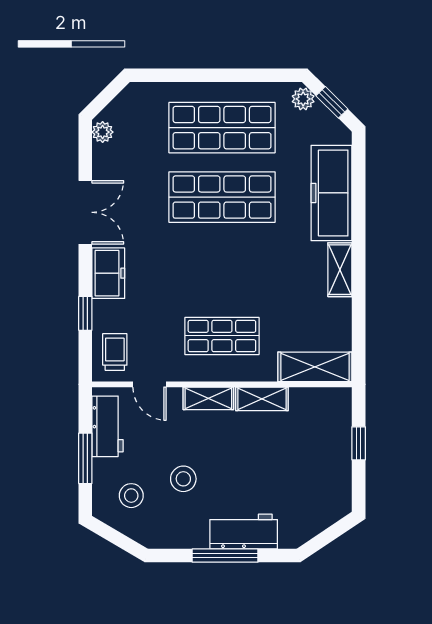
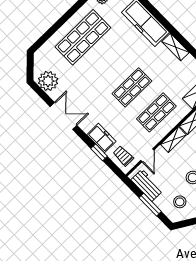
plant: (103, 132) -> (48, 81), width x1.87, depth x1.87
shop shelf: (222, 197) -> (132, 87), moved, width x0.70, depth x0.74
freezer: (108, 273) -> (101, 138), moved
door: (150, 384) -> (147, 155), hinge flipped

